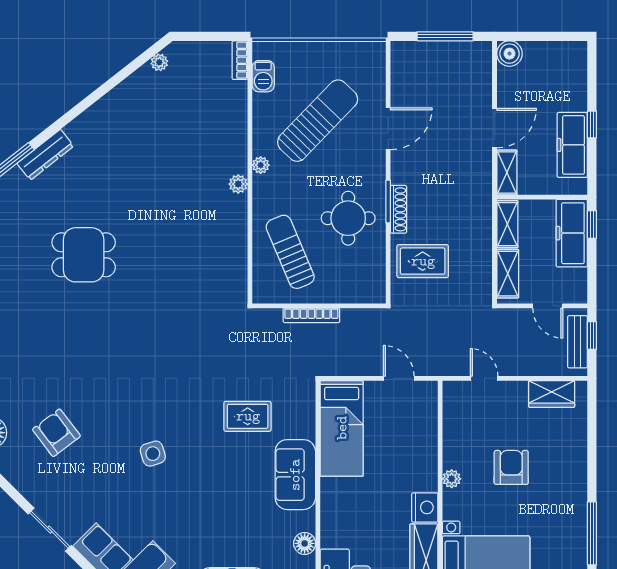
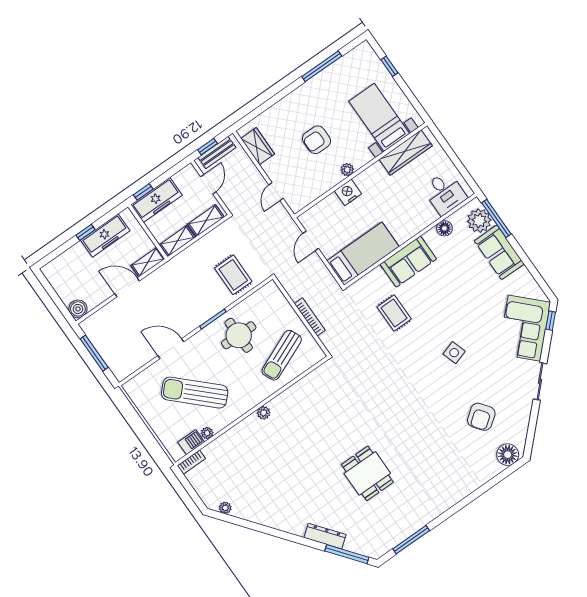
plant: (261, 165) -> (207, 433), moved
shoe rack: (398, 209) -> (213, 310), removed
nightstand: (425, 507) -> (348, 192), moved

